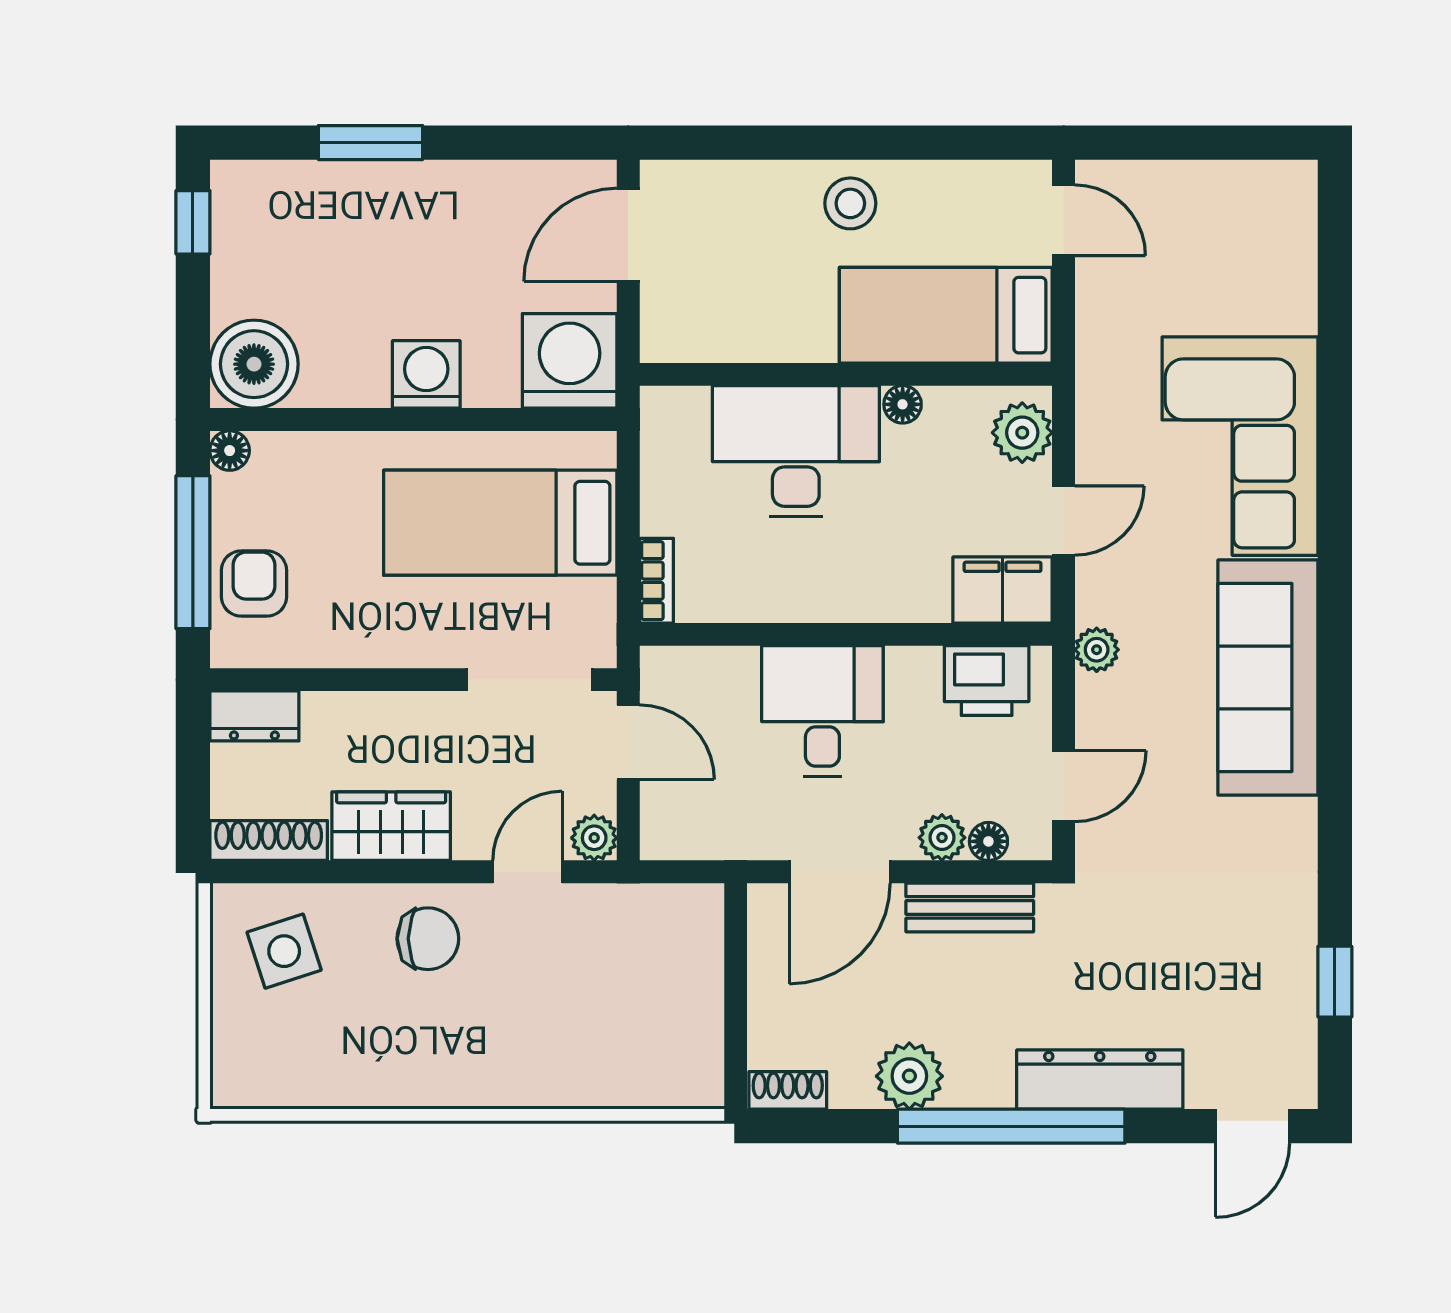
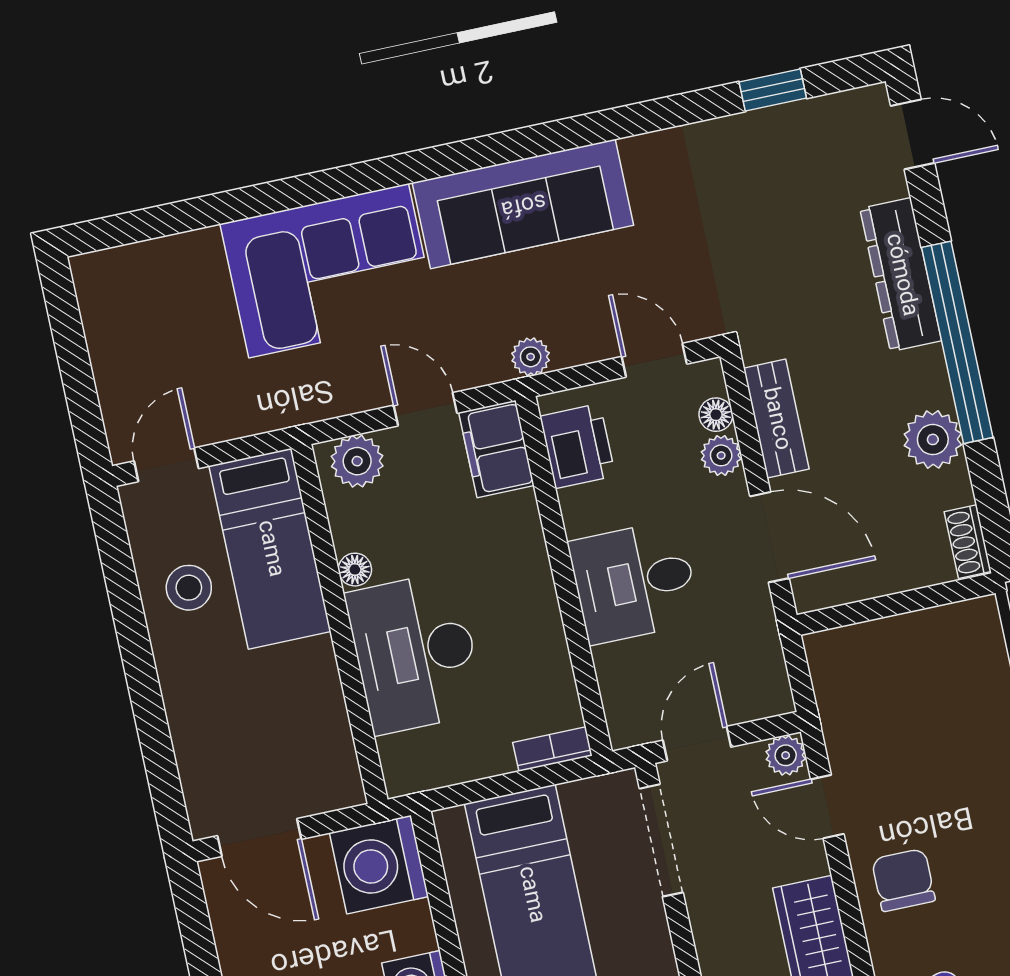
stool: (850, 203) -> (189, 588), moved

